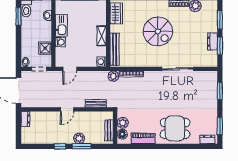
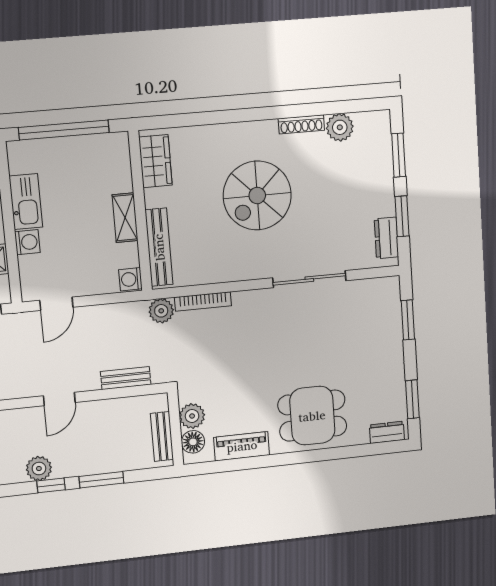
spiral stairs: (158, 31) -> (257, 196), turned 90
dresser: (212, 41) -> (386, 238), moved
plant: (79, 138) -> (39, 469), moved

